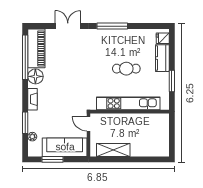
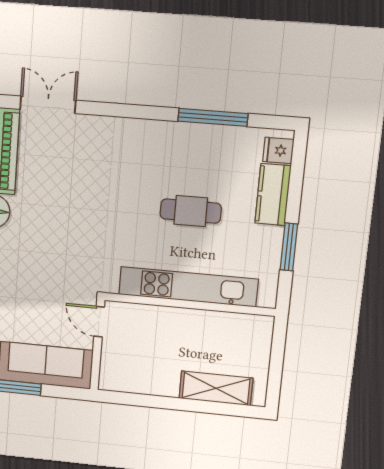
double door: (68, 26) -> (48, 105), moved
window: (112, 26) -> (213, 117), moved
shelving: (113, 150) -> (216, 388), moved

